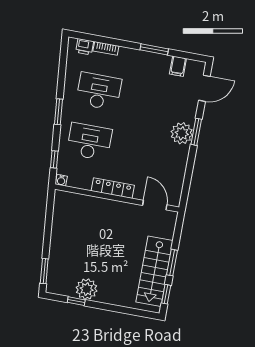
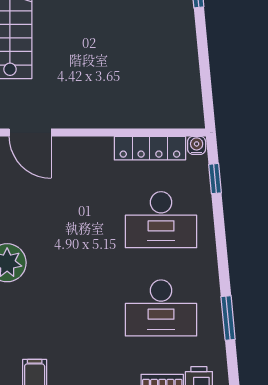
window: (59, 112) -> (228, 318), moved
locker: (113, 188) -> (150, 148), moved

